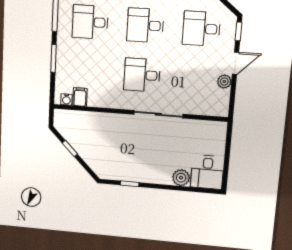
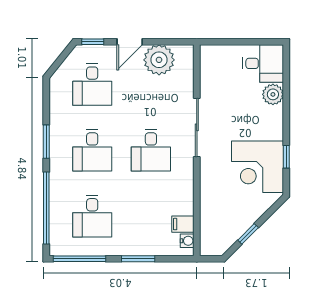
door: (235, 63) -> (130, 42), swing flipped
plant: (224, 81) -> (159, 60), width x1.87, depth x1.87
corner desk: (123, 160) -> (258, 167), added

